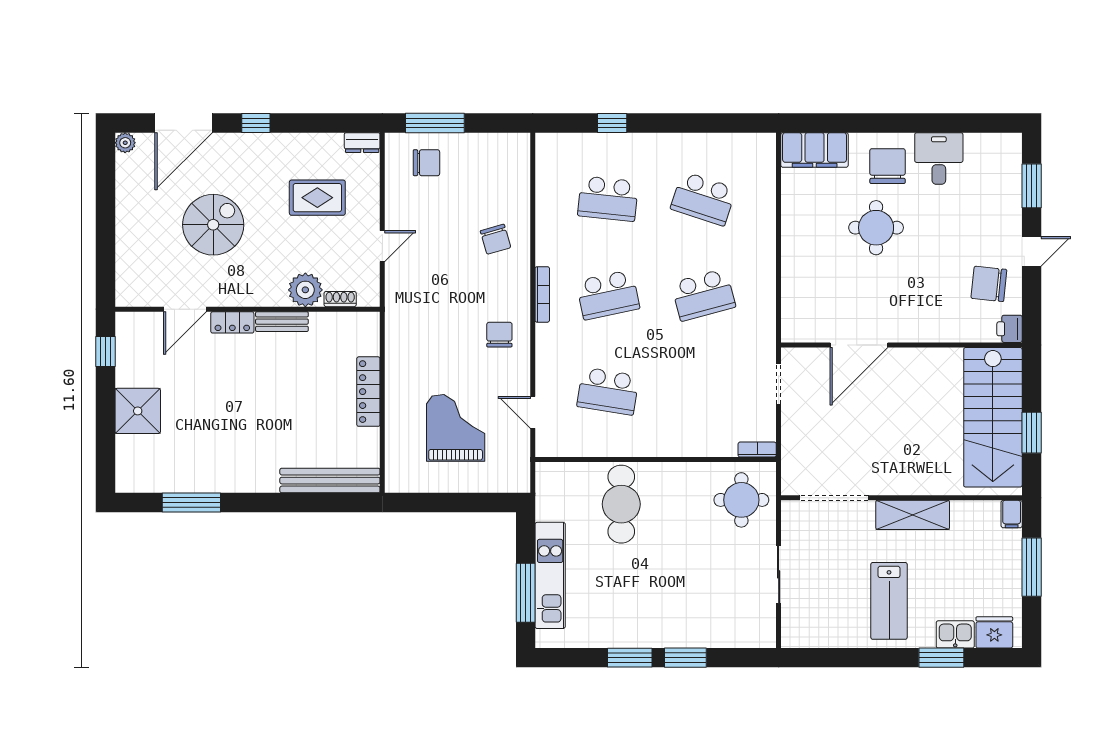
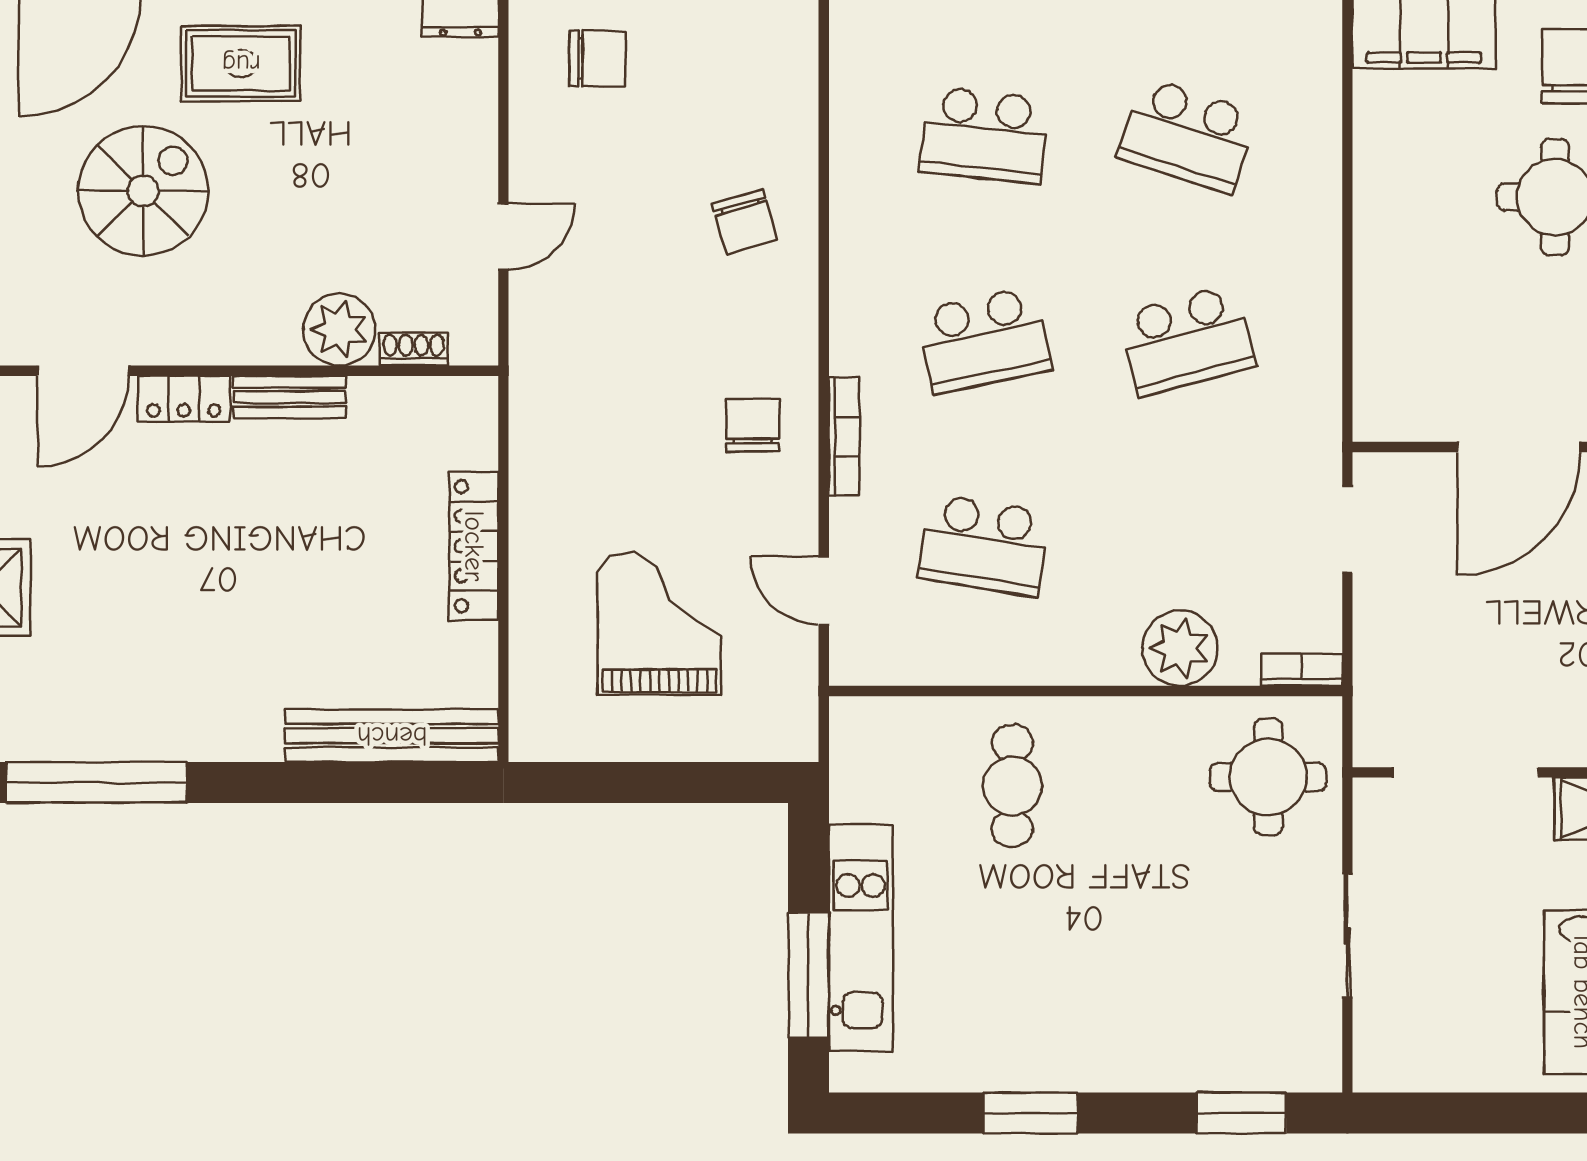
rug: (317, 198) -> (241, 64), moved
bookcase: (542, 294) -> (844, 437), moved
plant: (700, 439) -> (1180, 648), added
window: (191, 503) -> (97, 783), width x1.46
cafe table: (621, 504) -> (1012, 786), width x0.73, depth x0.74
window: (685, 658) -> (1241, 1113), moved

